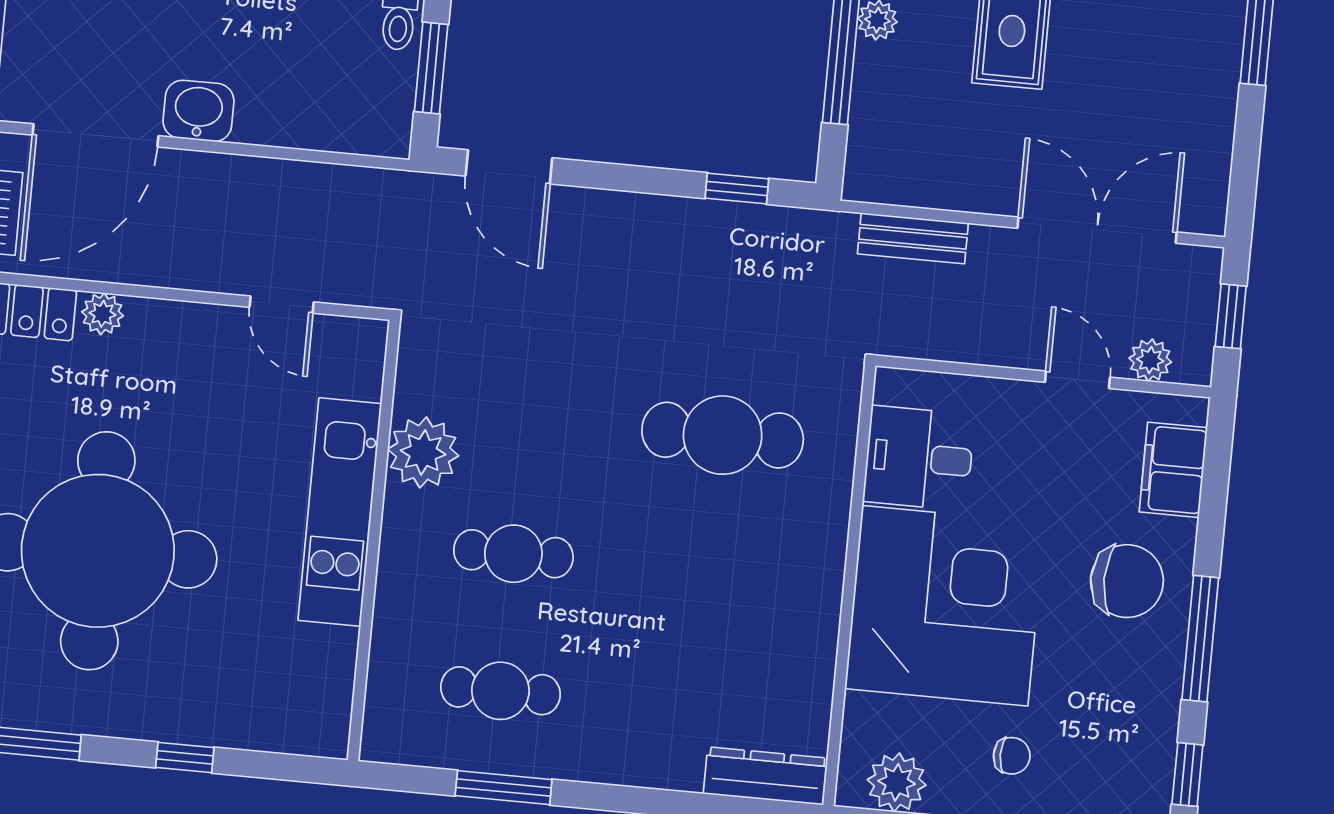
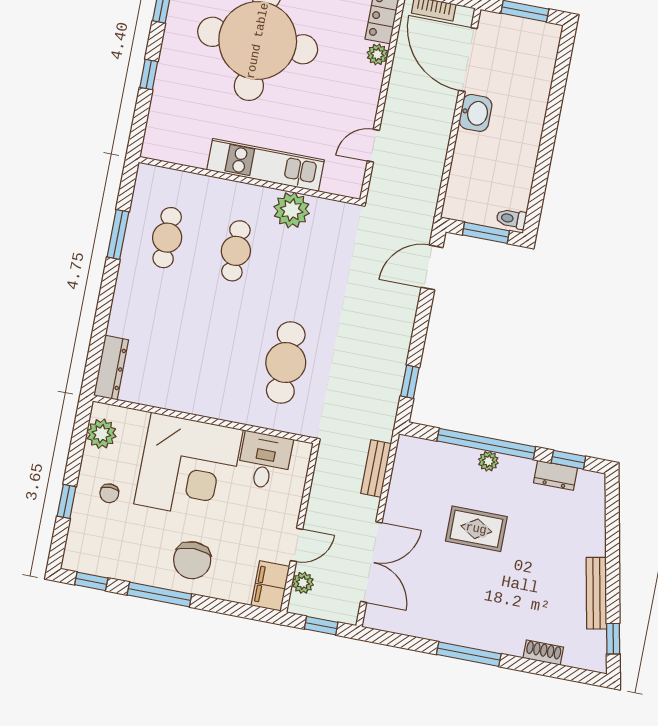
filing cabinet: (1173, 470) -> (270, 586), moved, turned -90

